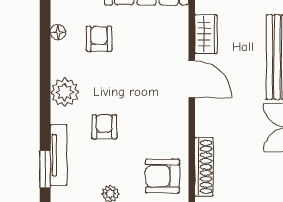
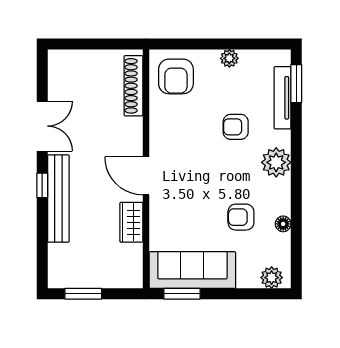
armchair: (99, 39) -> (241, 217), turned 90
armchair: (104, 127) -> (236, 127), turned 90
armchair: (162, 176) -> (176, 76), turned 90

